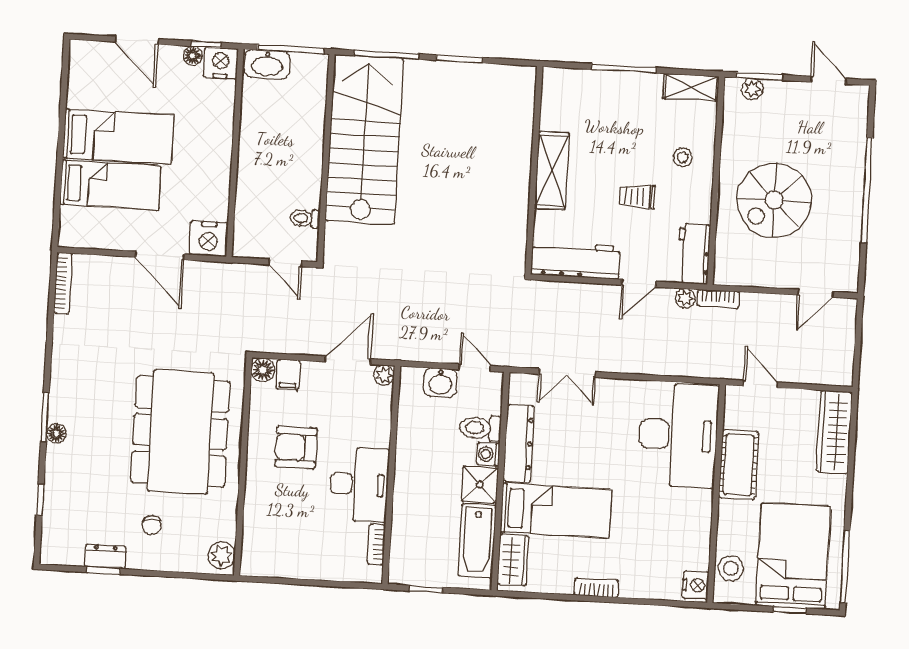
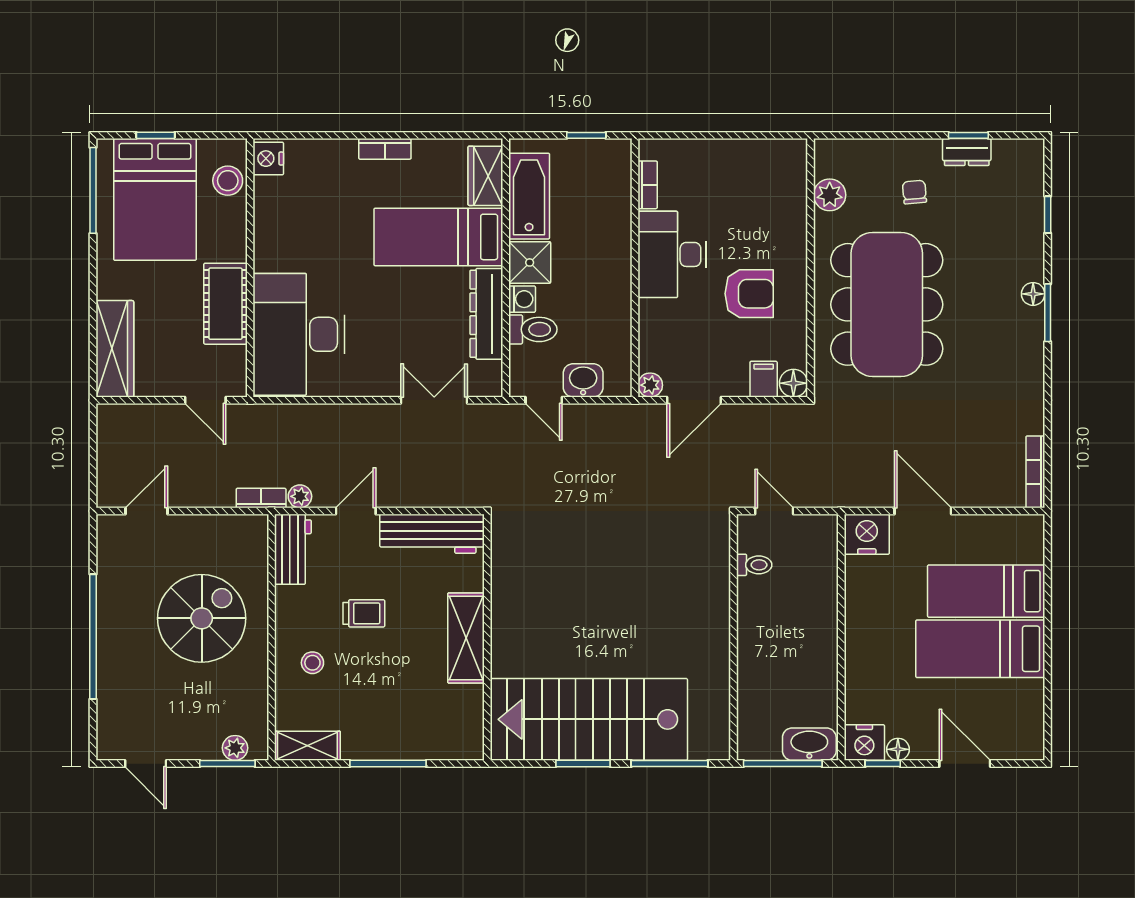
stairs: (364, 140) -> (589, 719), moved, turned 90
plant: (222, 555) -> (830, 195), moved

